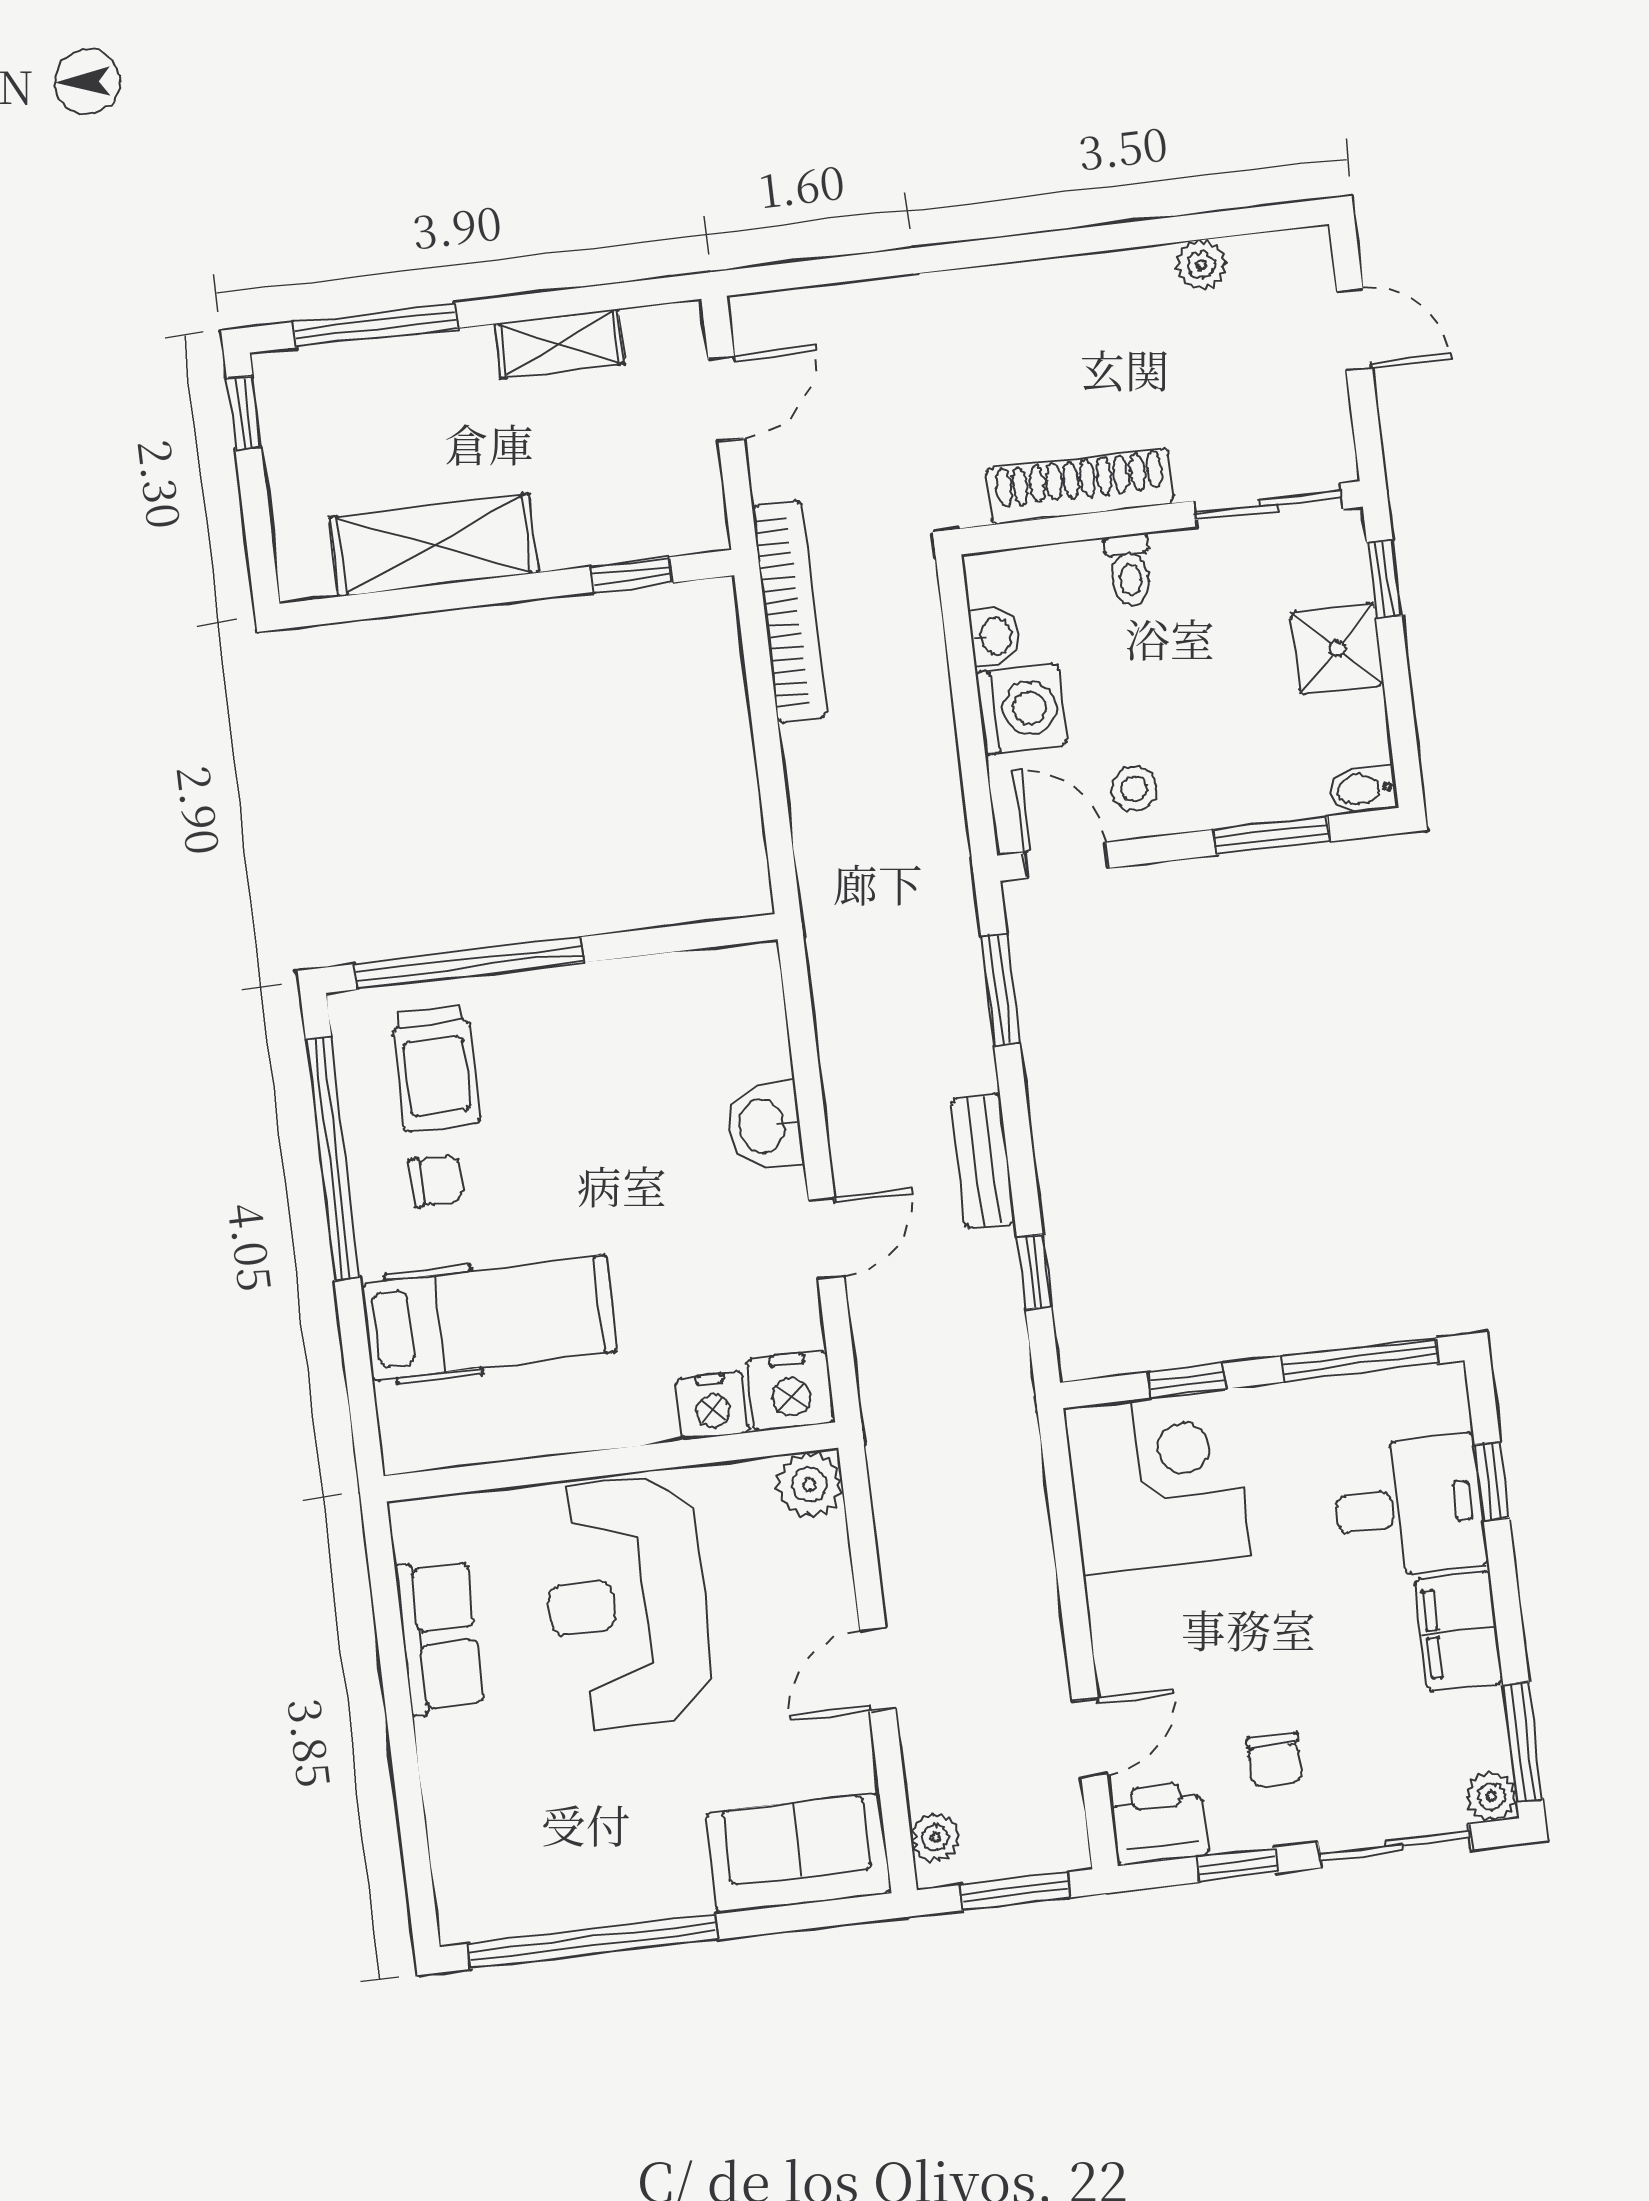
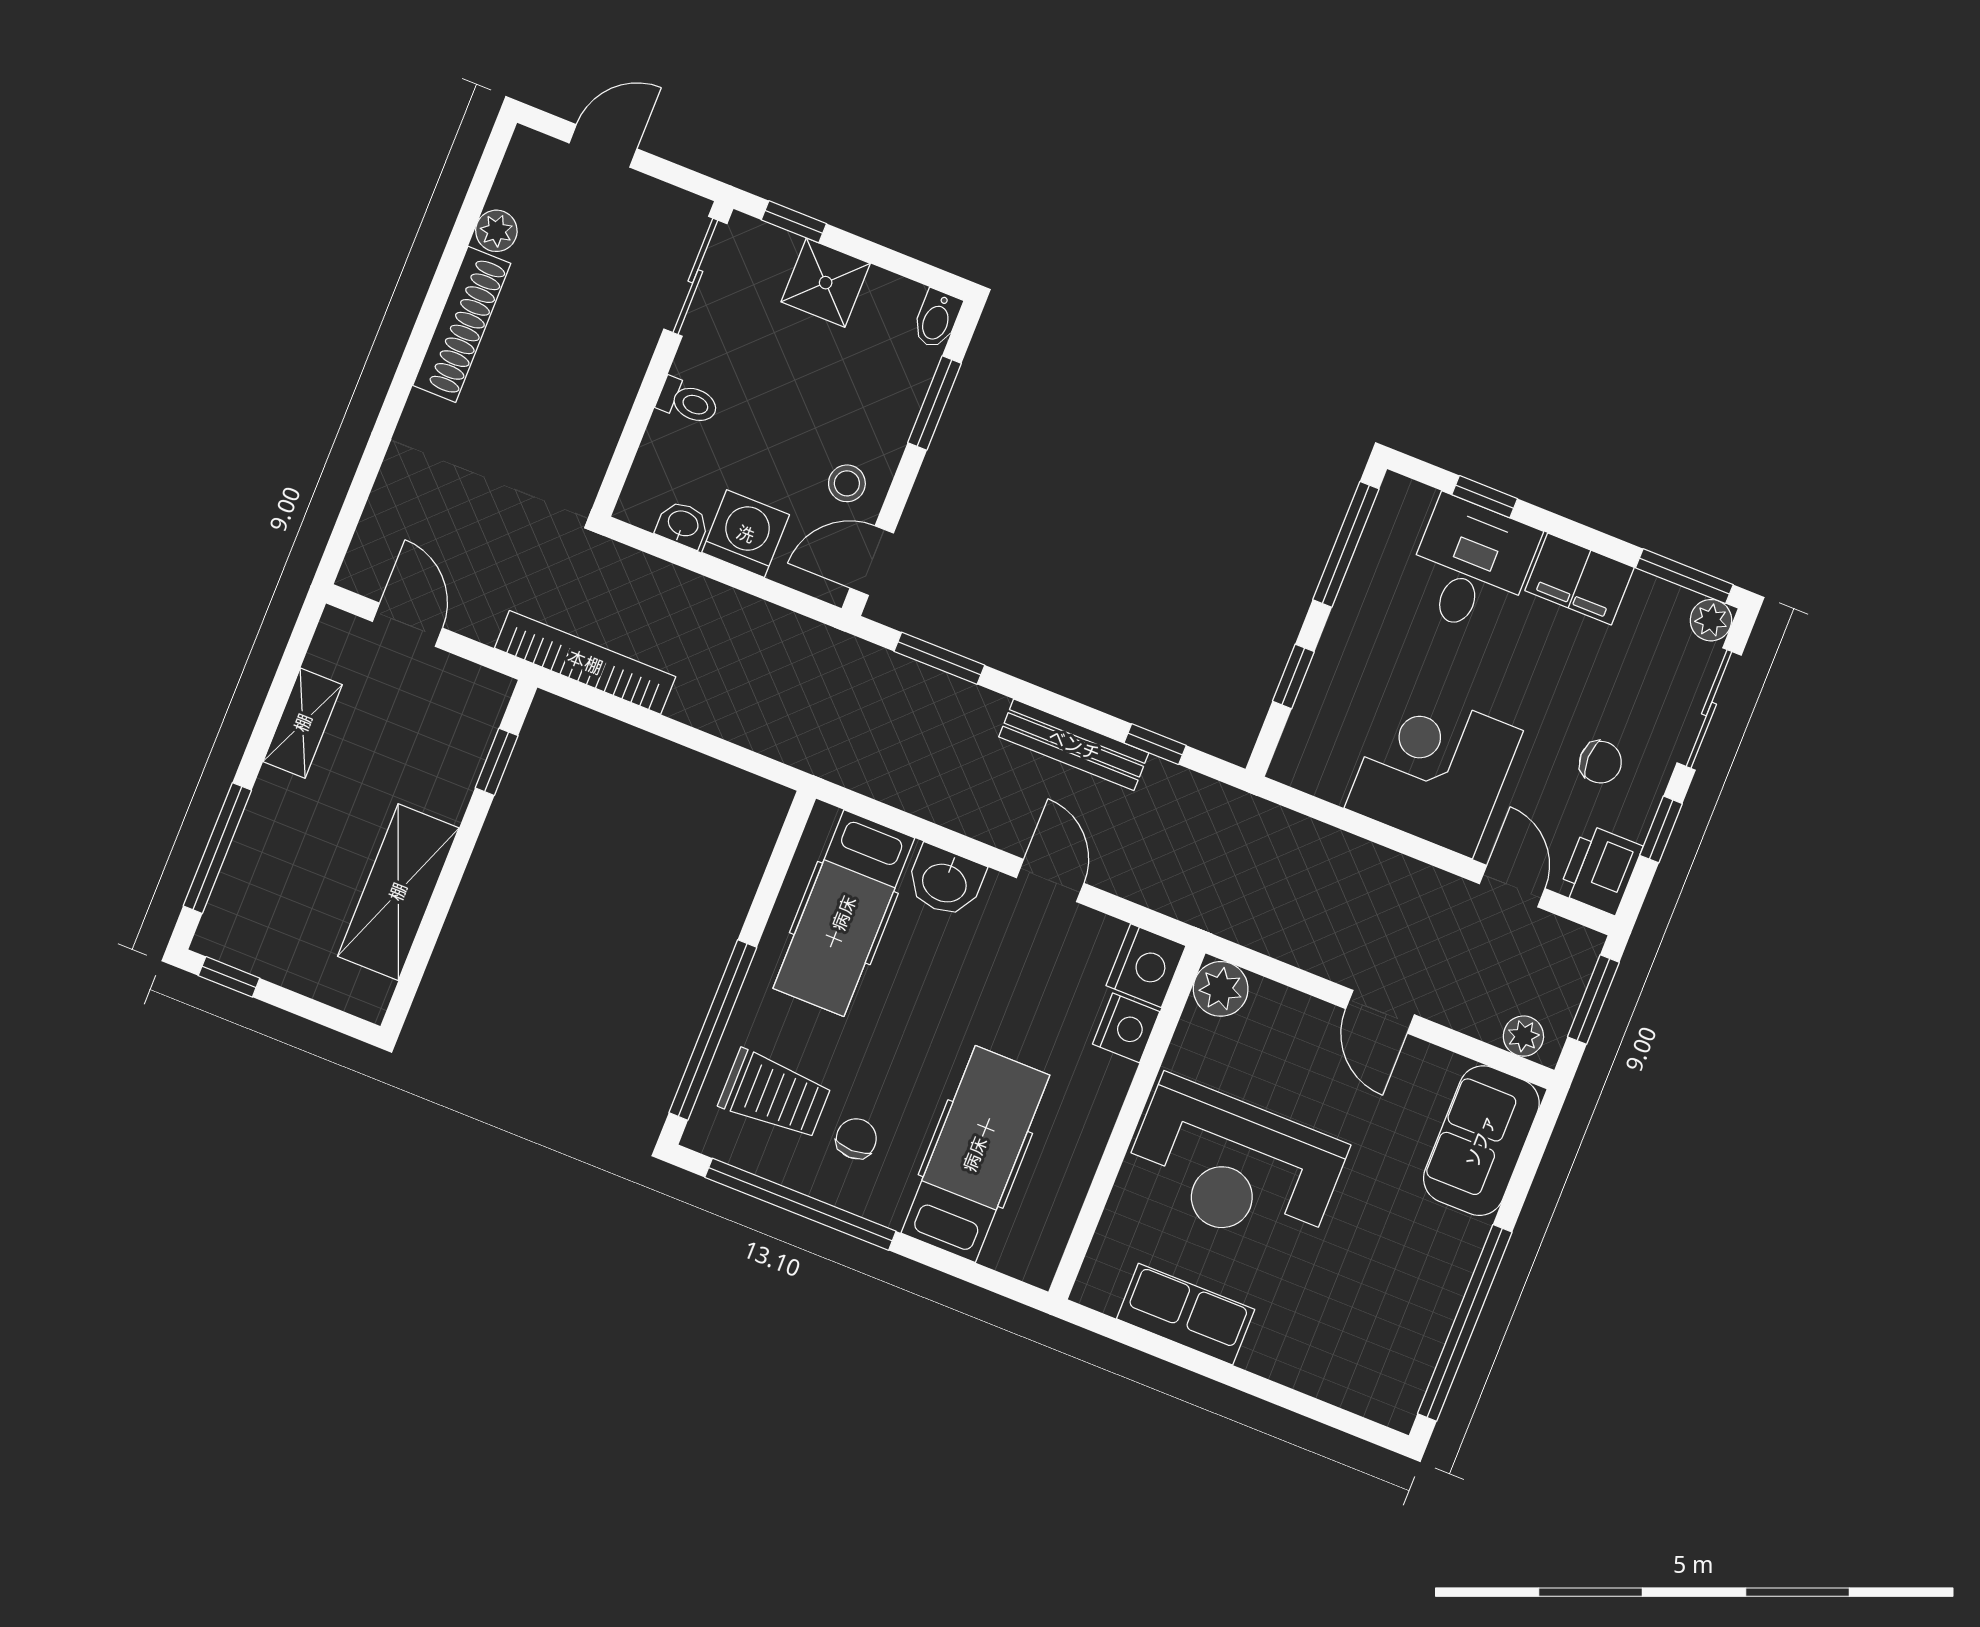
shoe rack: (1080, 486) -> (462, 324), moved, turned 180
hospital bed: (671, 1036) -> (844, 913), added
bench: (983, 1161) -> (1074, 745), width x1.36
corner desk: (1157, 1482) -> (1434, 769), moved

